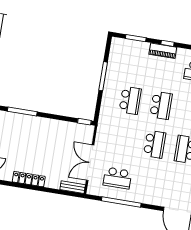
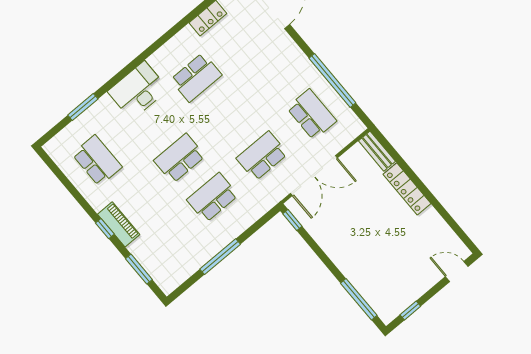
school desk: (155, 144) -> (262, 156), moved
double door: (90, 163) -> (314, 176), moved
locker: (29, 179) -> (407, 189), moved

